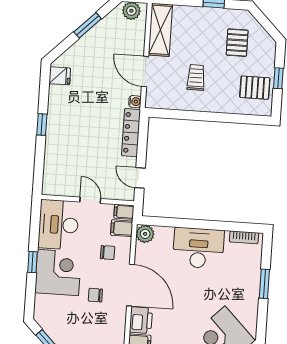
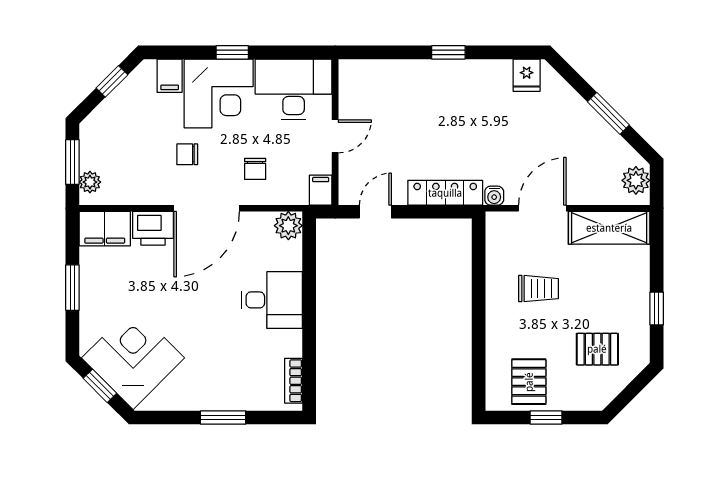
filing cabinet: (122, 228) -> (170, 76), moved, turned 180
desk: (198, 248) -> (272, 300), width x0.73
chair: (95, 295) -> (187, 154), turned -90

